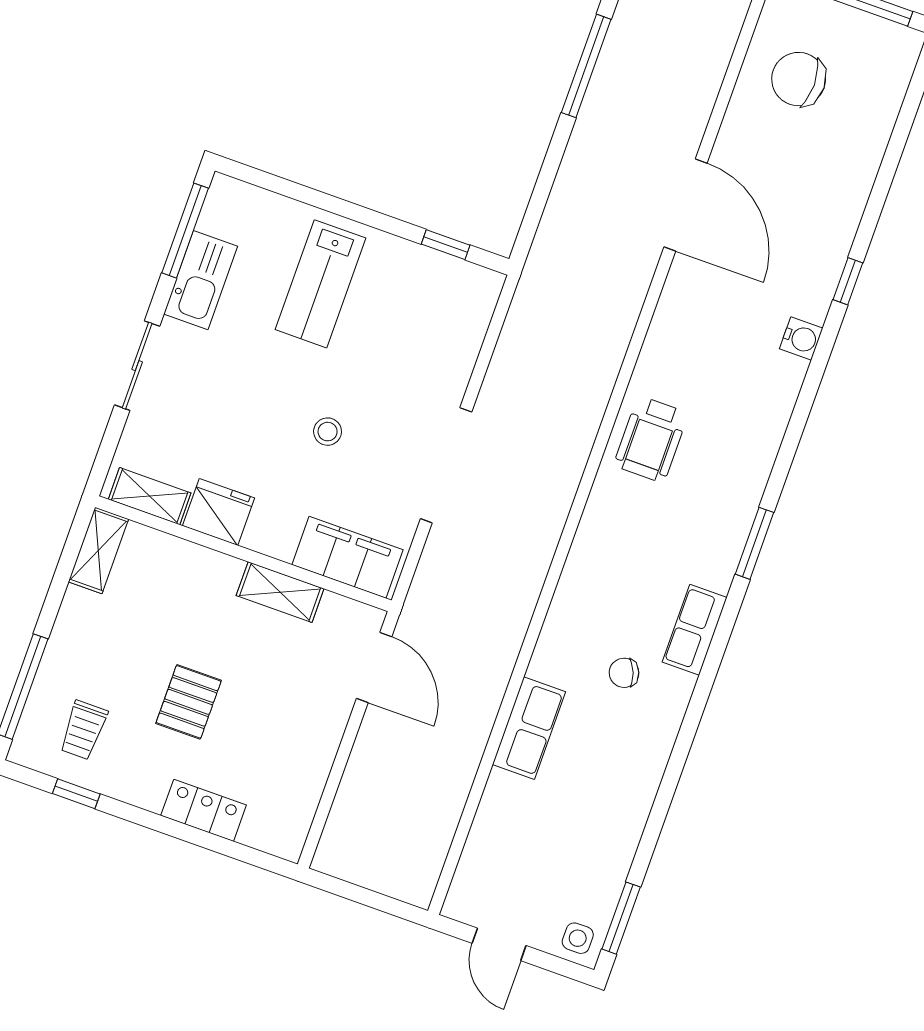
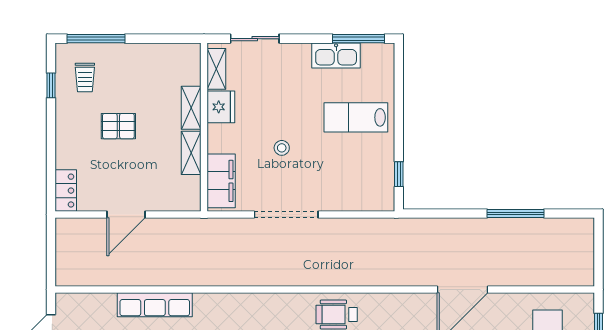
sliding door: (137, 366) -> (255, 39), moved
shelving: (98, 550) -> (191, 108), moved, turned 90
door: (374, 667) -> (126, 215), moved
row of seats: (529, 728) -> (155, 305), width x1.48
trolley: (83, 730) -> (85, 77), turned -90
locker: (204, 810) -> (66, 191), moved

